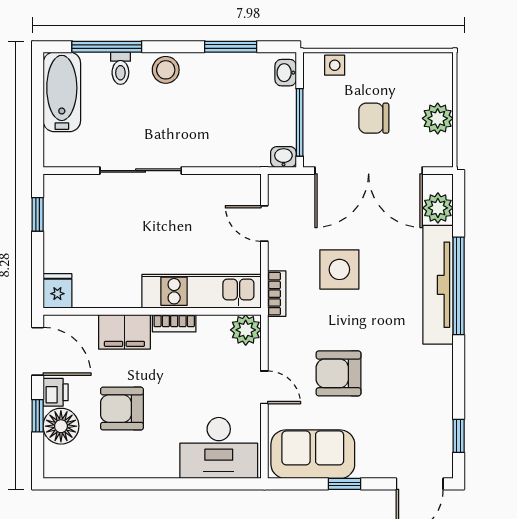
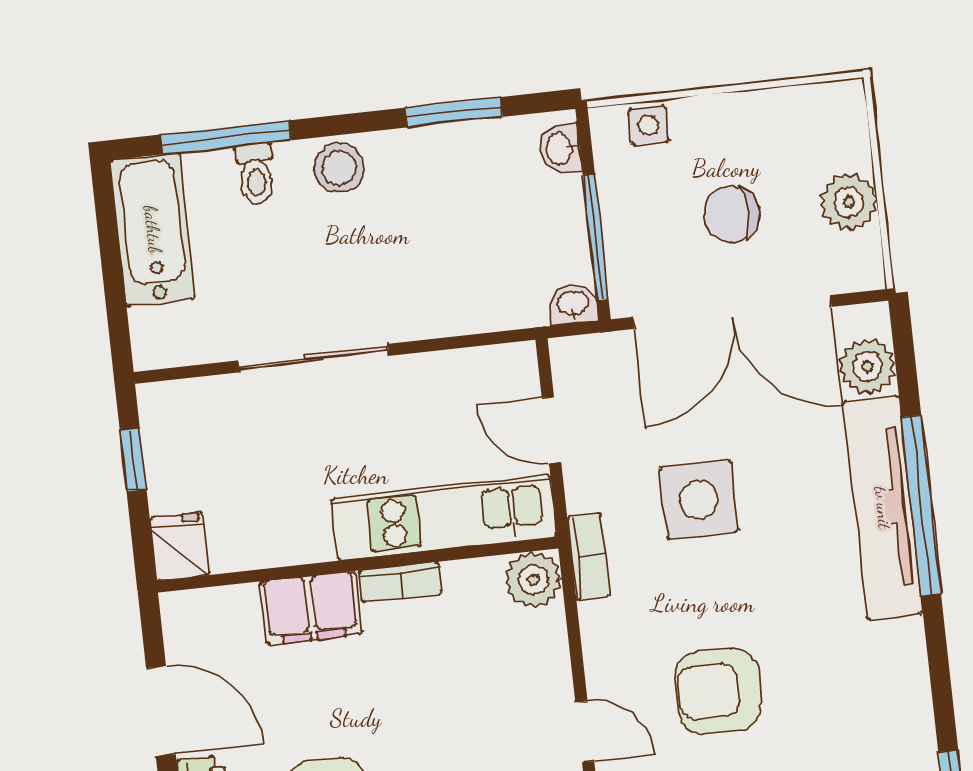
fridge: (57, 291) -> (180, 546), moved
kitchen unit: (201, 291) -> (444, 518), moved
wall: (152, 311) -> (358, 565), moved
bookcase: (174, 323) -> (401, 582), moved
plant: (246, 330) -> (533, 580), moved
filing cabinet: (124, 332) -> (311, 608), moved

